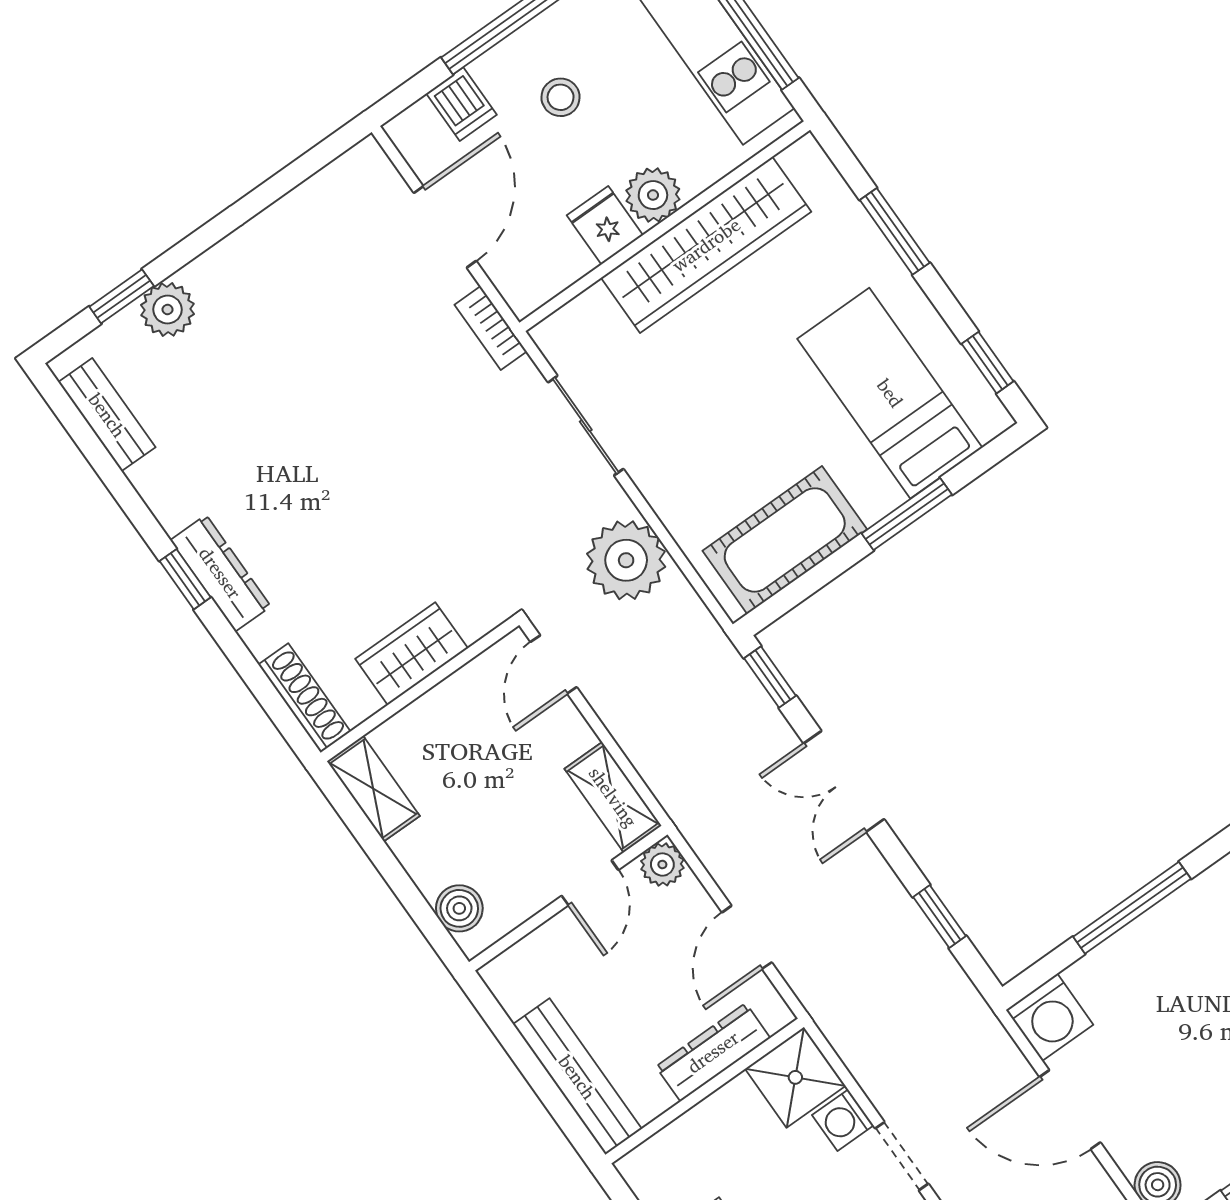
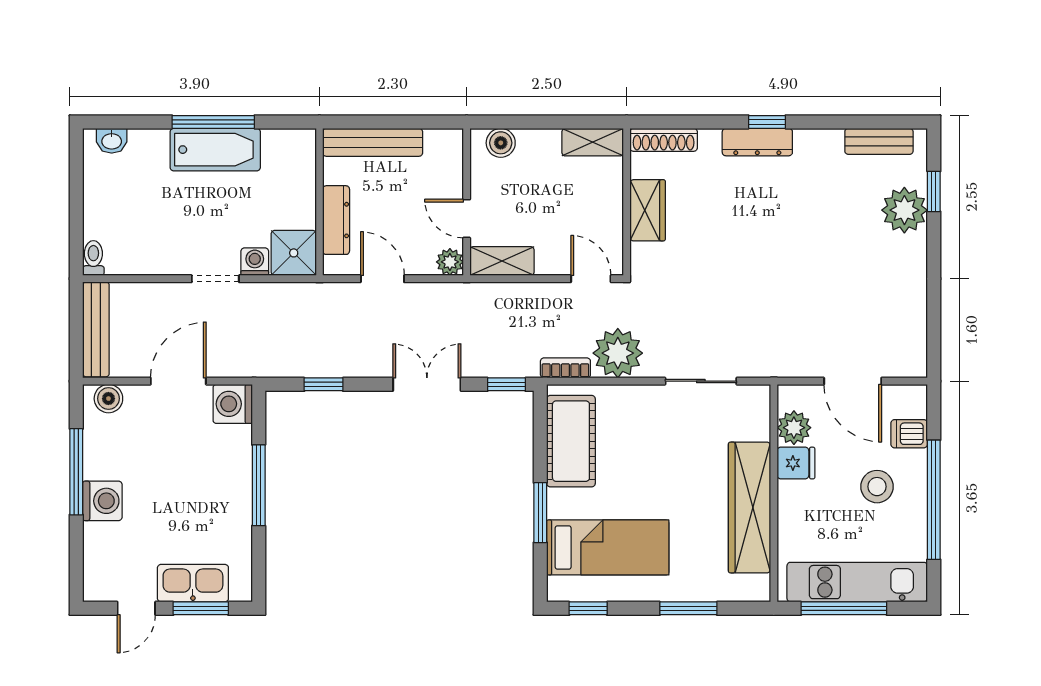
stool: (561, 97) -> (877, 487), width x1.37, depth x1.37
plant: (653, 195) -> (794, 428), moved
plant: (168, 310) -> (904, 210), width x1.36, depth x1.36
bookcase: (491, 328) -> (565, 368), moved

